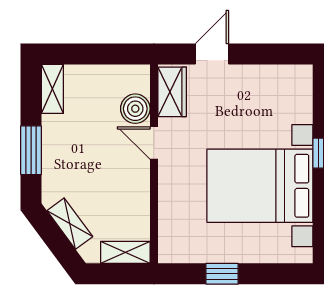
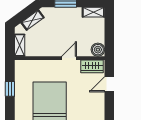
door: (212, 54) -> (109, 84), swing flipped
boiler: (135, 109) -> (98, 50), moved

